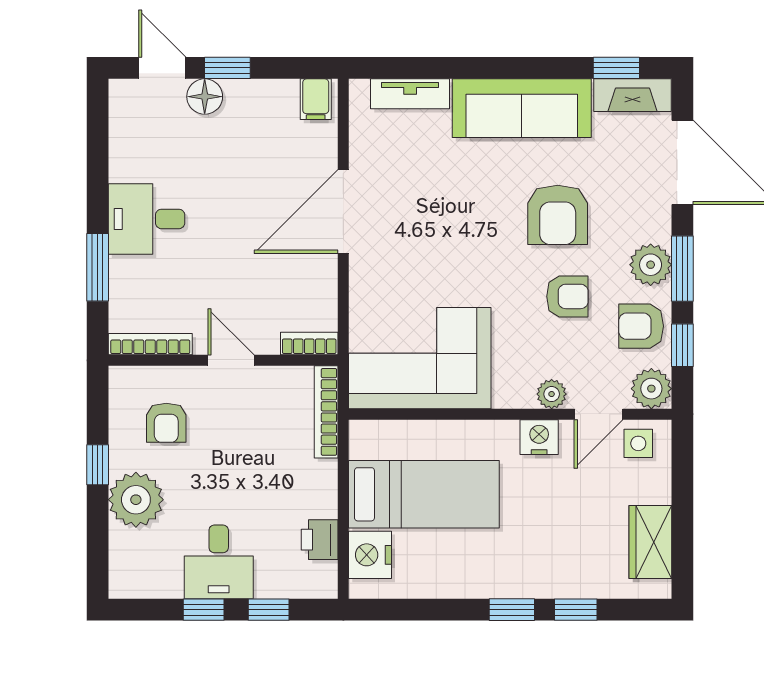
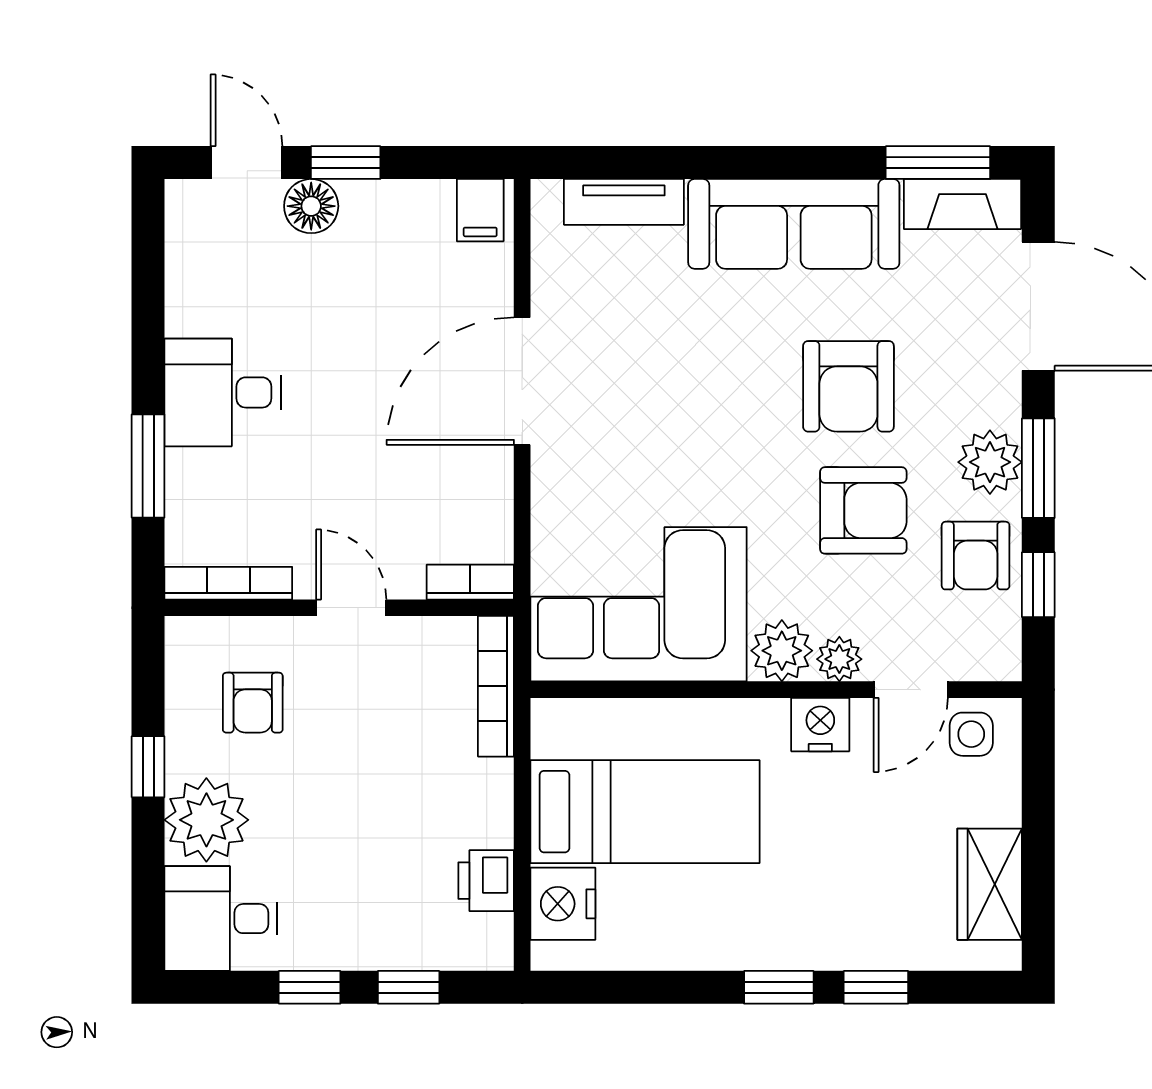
window: (616, 68) -> (938, 163), width x1.50
armchair: (567, 296) -> (863, 510), width x1.38, depth x1.38
armchair: (641, 326) -> (976, 556), turned -90
plant: (651, 389) -> (782, 651), moved
desk: (219, 562) -> (221, 919), moved, turned 90

